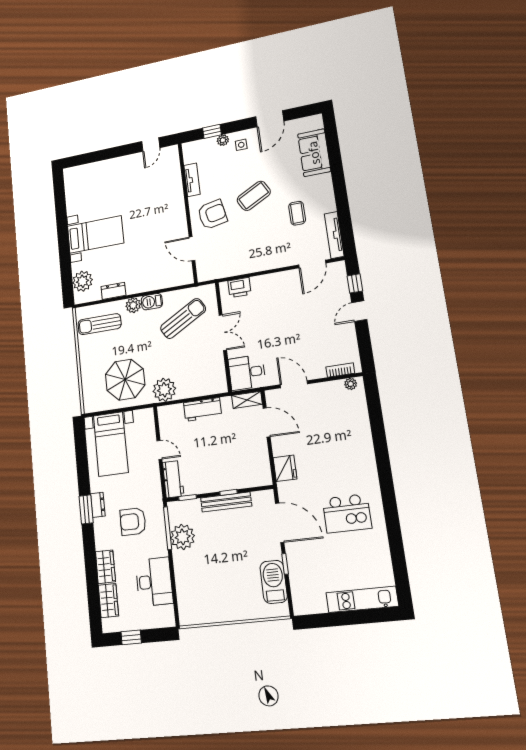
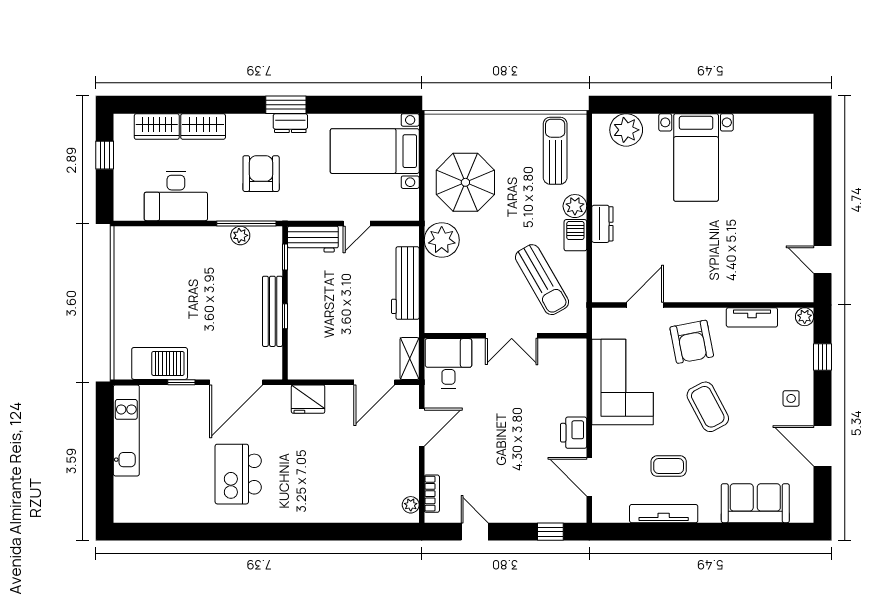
plant: (223, 140) -> (805, 317), moved
tv unit: (334, 235) -> (664, 514), moved
corner sofa: (244, 254) -> (623, 382), added
printer: (239, 288) -> (574, 433), moved
dresser: (113, 291) -> (602, 224), moved
door: (359, 311) -> (475, 532), moved
workbench: (202, 409) -> (405, 283), width x1.38
plant: (183, 537) -> (240, 235), width x0.53, depth x0.53
kitchen unit: (362, 599) -> (126, 430), moved

